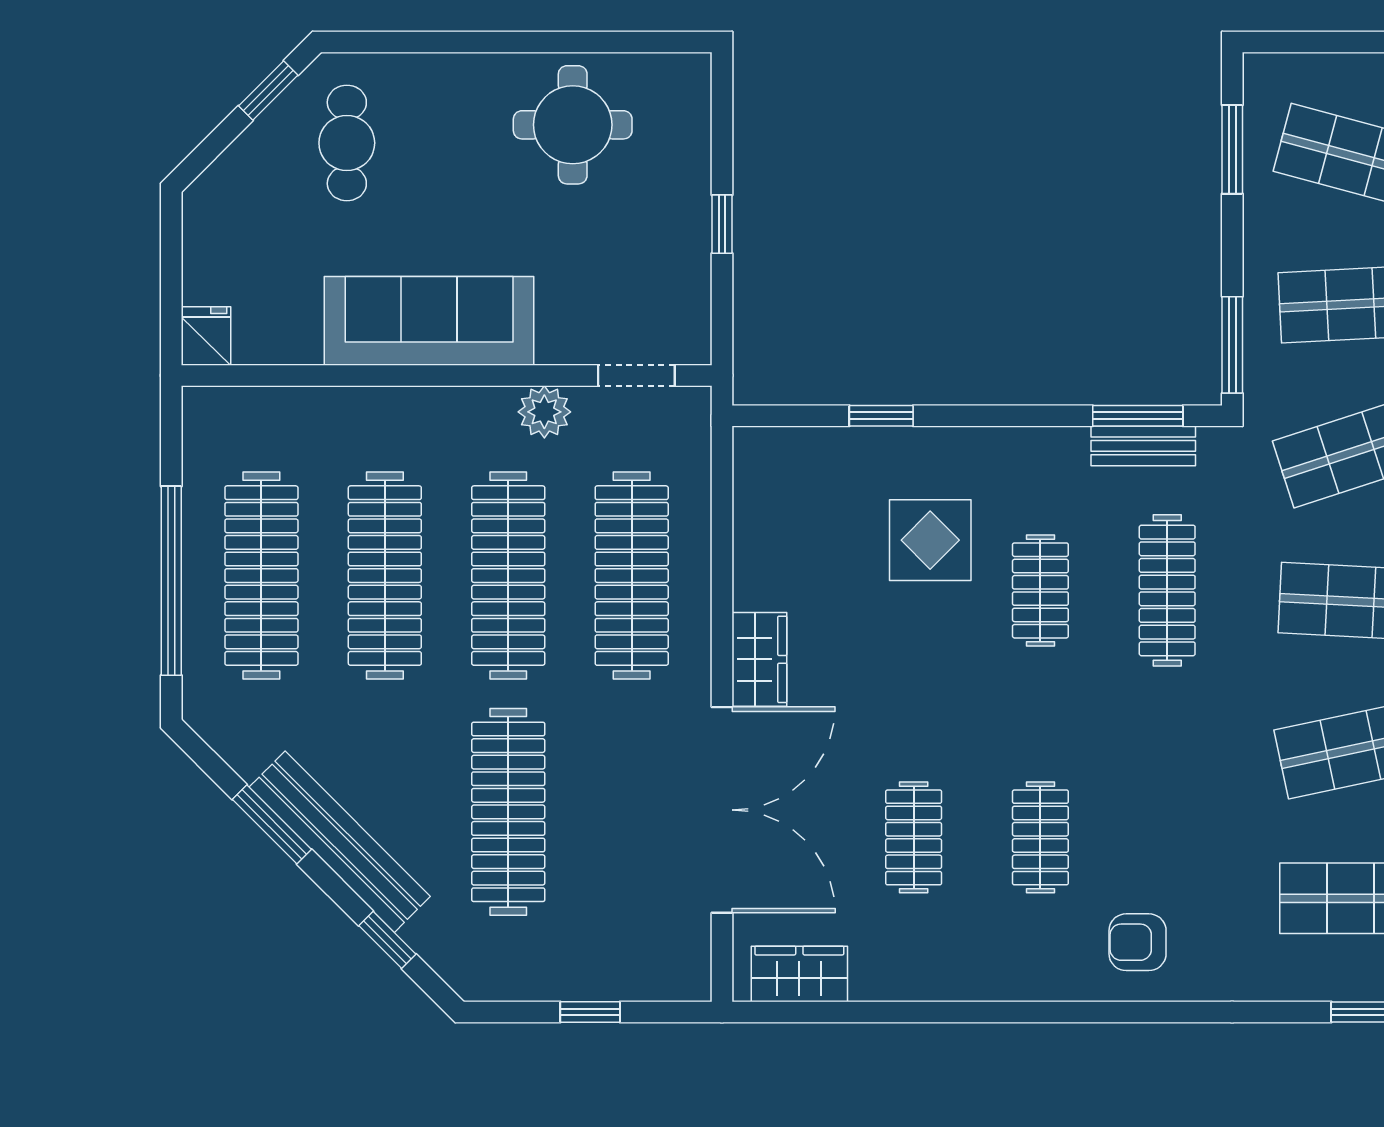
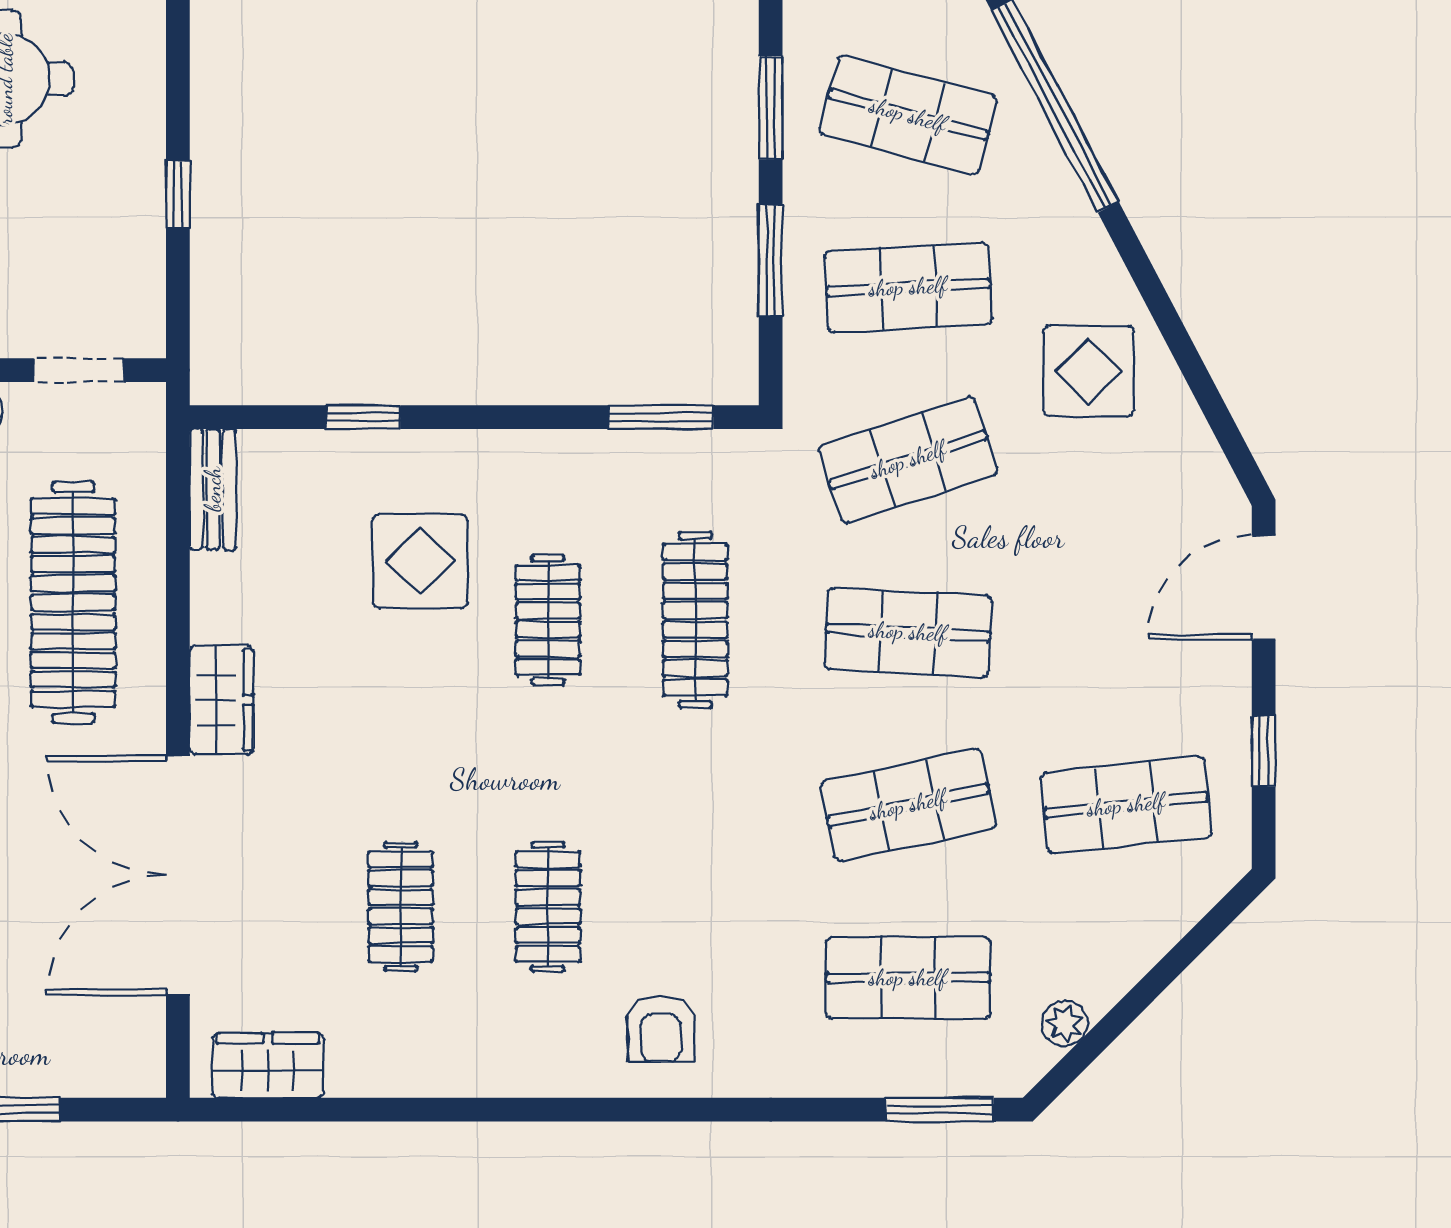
window: (1232, 345) -> (771, 261), moved
bench: (1143, 446) -> (213, 489), moved, turned 90
double door: (722, 810) -> (178, 875), swing flipped
armchair: (1138, 942) -> (661, 1028), turned -90

